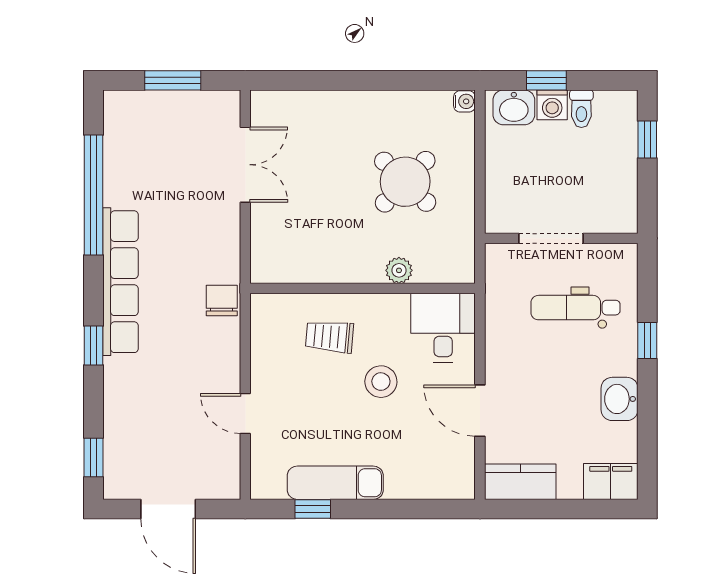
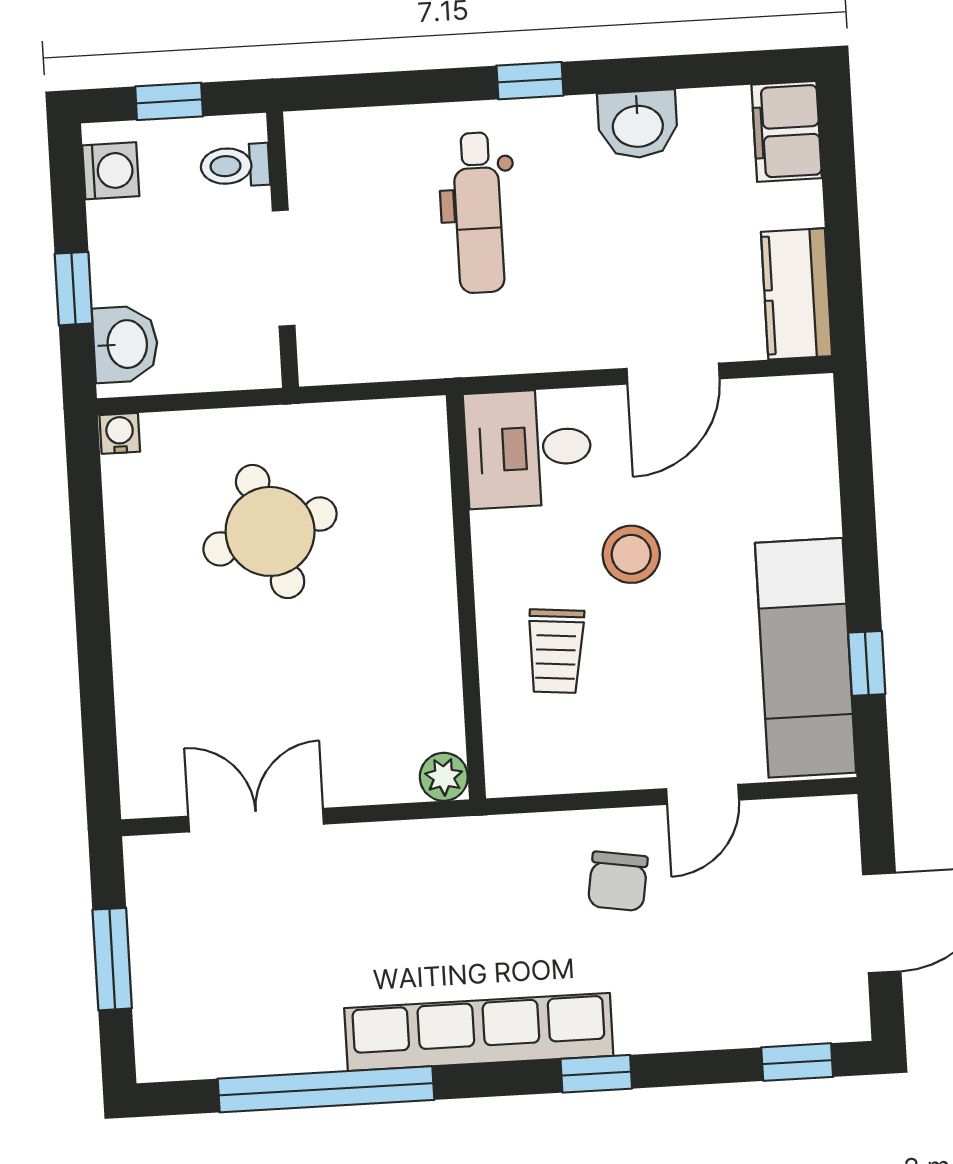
washing machine: (552, 105) -> (111, 171), moved
toilet: (581, 109) -> (235, 166), moved, turned 180
round table: (405, 182) -> (270, 531), turned 30
doorway: (551, 238) -> (284, 268), moved
wall: (561, 238) -> (283, 250), moved
plant: (399, 270) -> (444, 777), moved
chair: (222, 300) -> (618, 881), moved, turned -81
exam couch: (335, 483) -> (806, 658), width x1.36, depth x1.45

